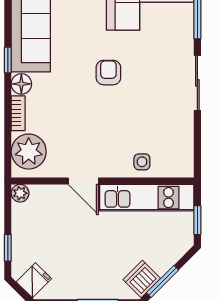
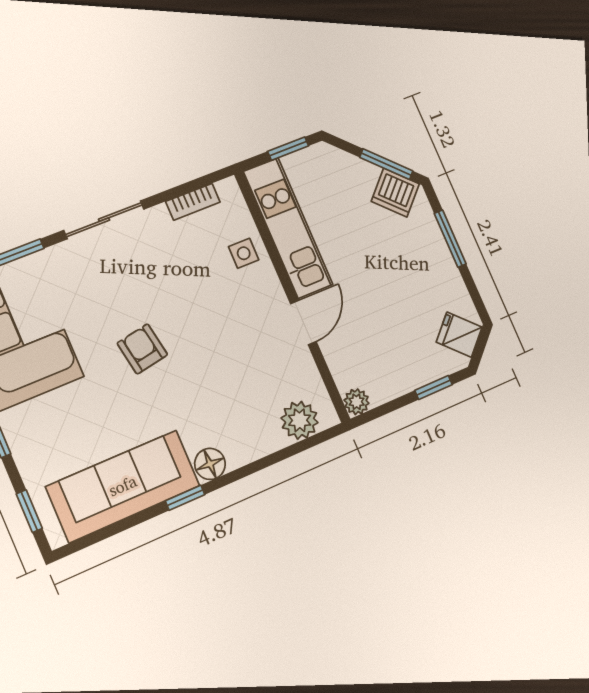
armchair: (108, 73) -> (142, 349), turned 80
bookcase: (18, 113) -> (193, 202), moved, turned 180
plant: (29, 152) -> (300, 420), width x0.73, depth x0.73

